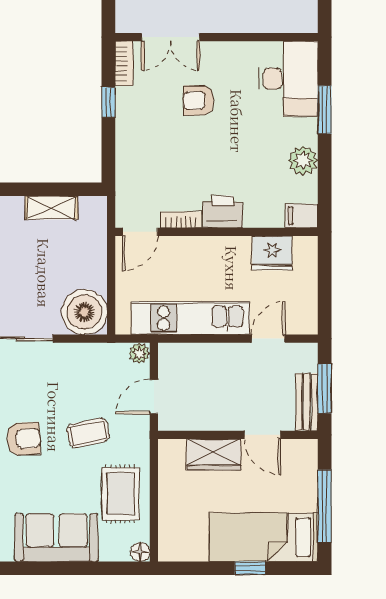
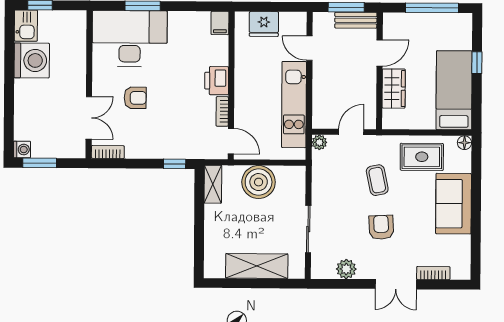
desk: (288, 79) -> (130, 39), width x1.36, depth x1.30
armchair: (198, 100) -> (135, 98), turned -90
window: (108, 102) -> (175, 164), moved
plant: (303, 160) -> (180, 22), removed
shelving: (51, 208) -> (213, 184), moved
fridge: (272, 253) -> (264, 24), moved, turned 90
boiler: (84, 312) -> (259, 182), moved
door: (154, 397) -> (351, 132), swing flipped
bed: (264, 537) -> (454, 90), moved, turned 180

